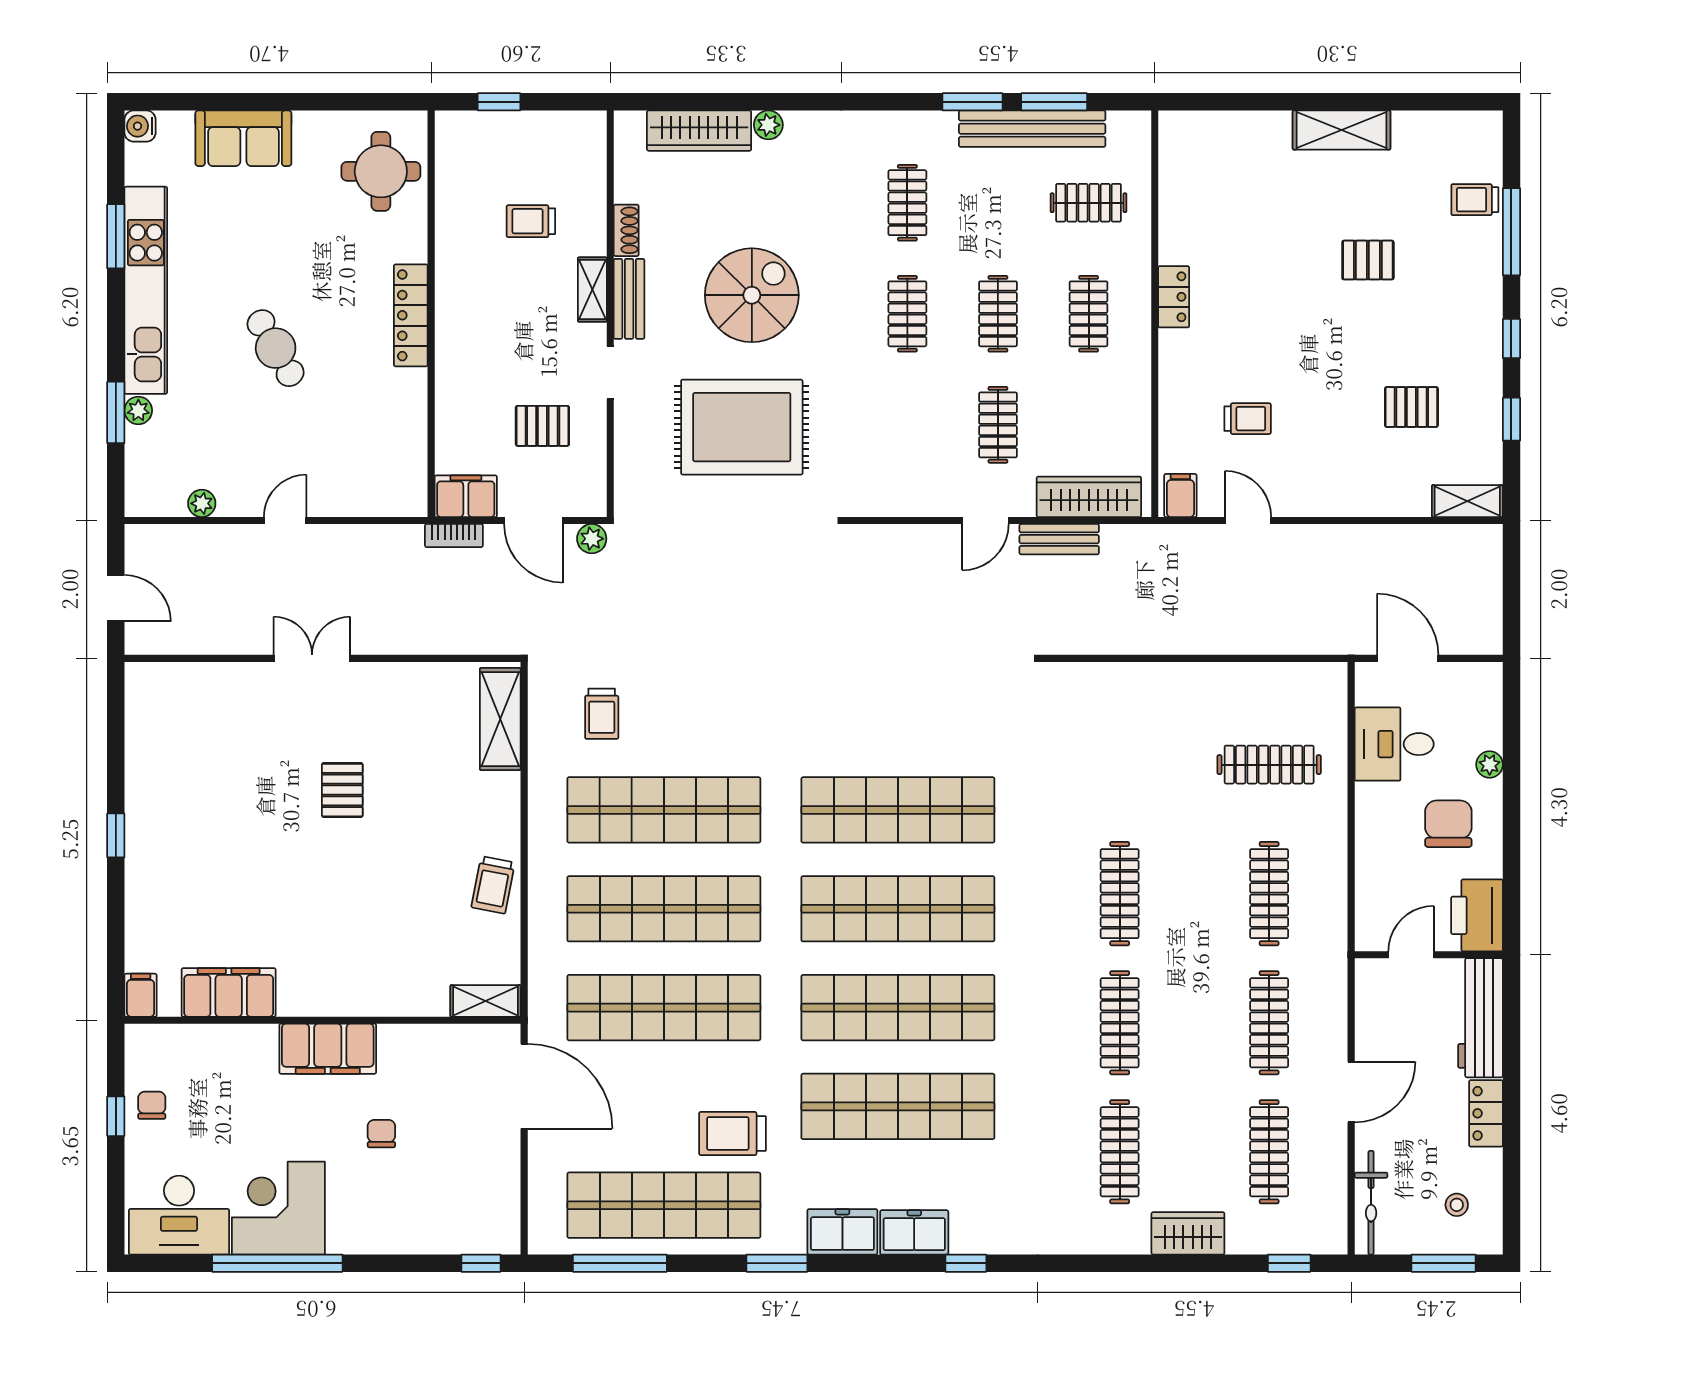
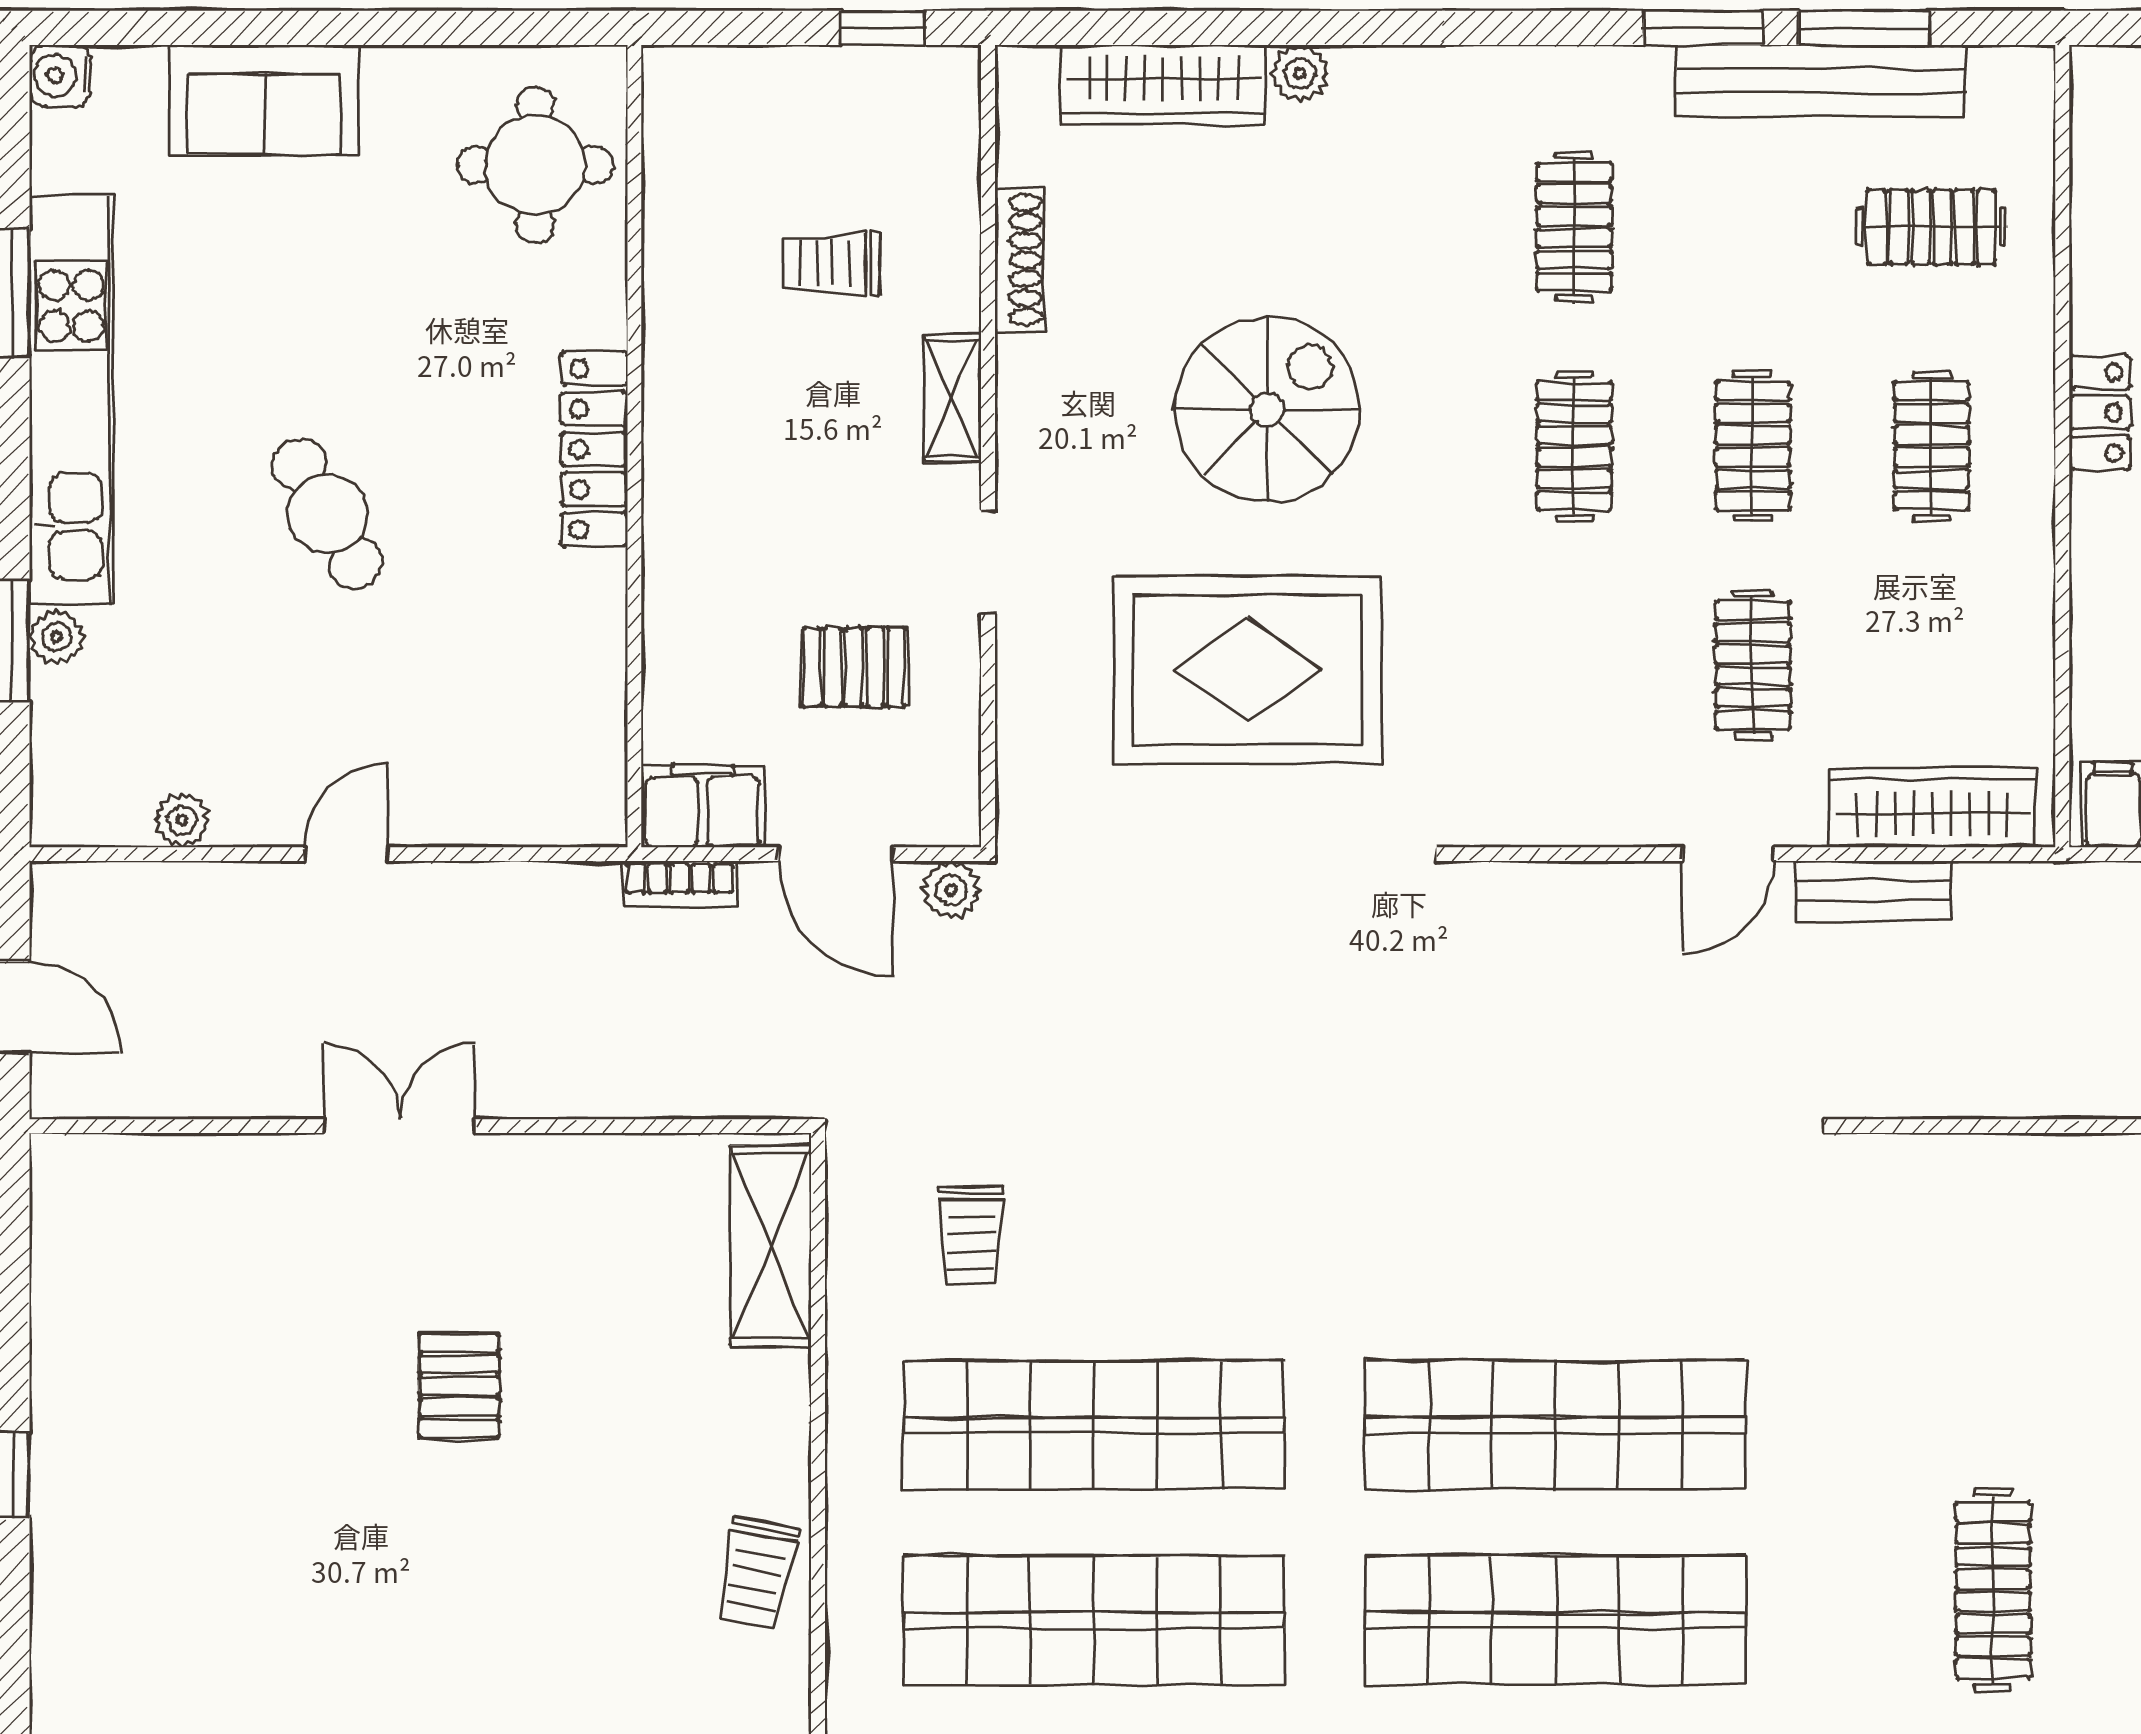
window: (499, 102) -> (883, 28), moved
shoe rack: (626, 230) -> (1019, 260), width x1.43
bench: (629, 299) -> (1025, 417), removed

